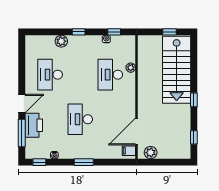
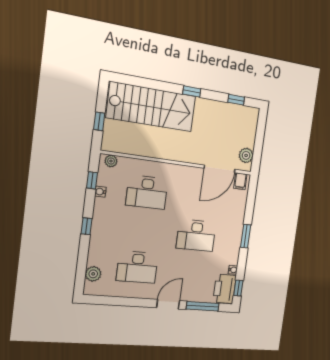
window: (170, 32) -> (99, 121), moved
plant: (61, 41) -> (93, 274), moved
plant: (131, 68) -> (111, 161), moved
door: (22, 104) -> (168, 304), hinge flipped
printer: (34, 125) -> (225, 289), moved, turned -90
door: (137, 131) -> (220, 169), hinge flipped

